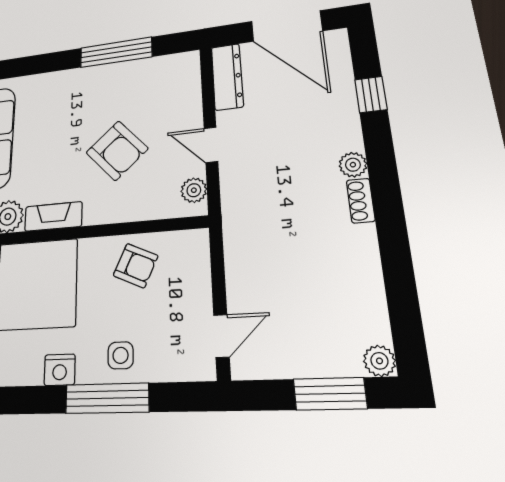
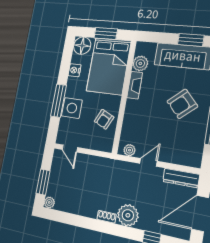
armchair: (117, 151) -> (182, 104), moved
plant: (353, 165) -> (128, 215), width x1.88, depth x1.88
side table: (121, 355) -> (72, 108), width x1.87, depth x1.87
nightstand: (60, 370) -> (75, 70), moved

